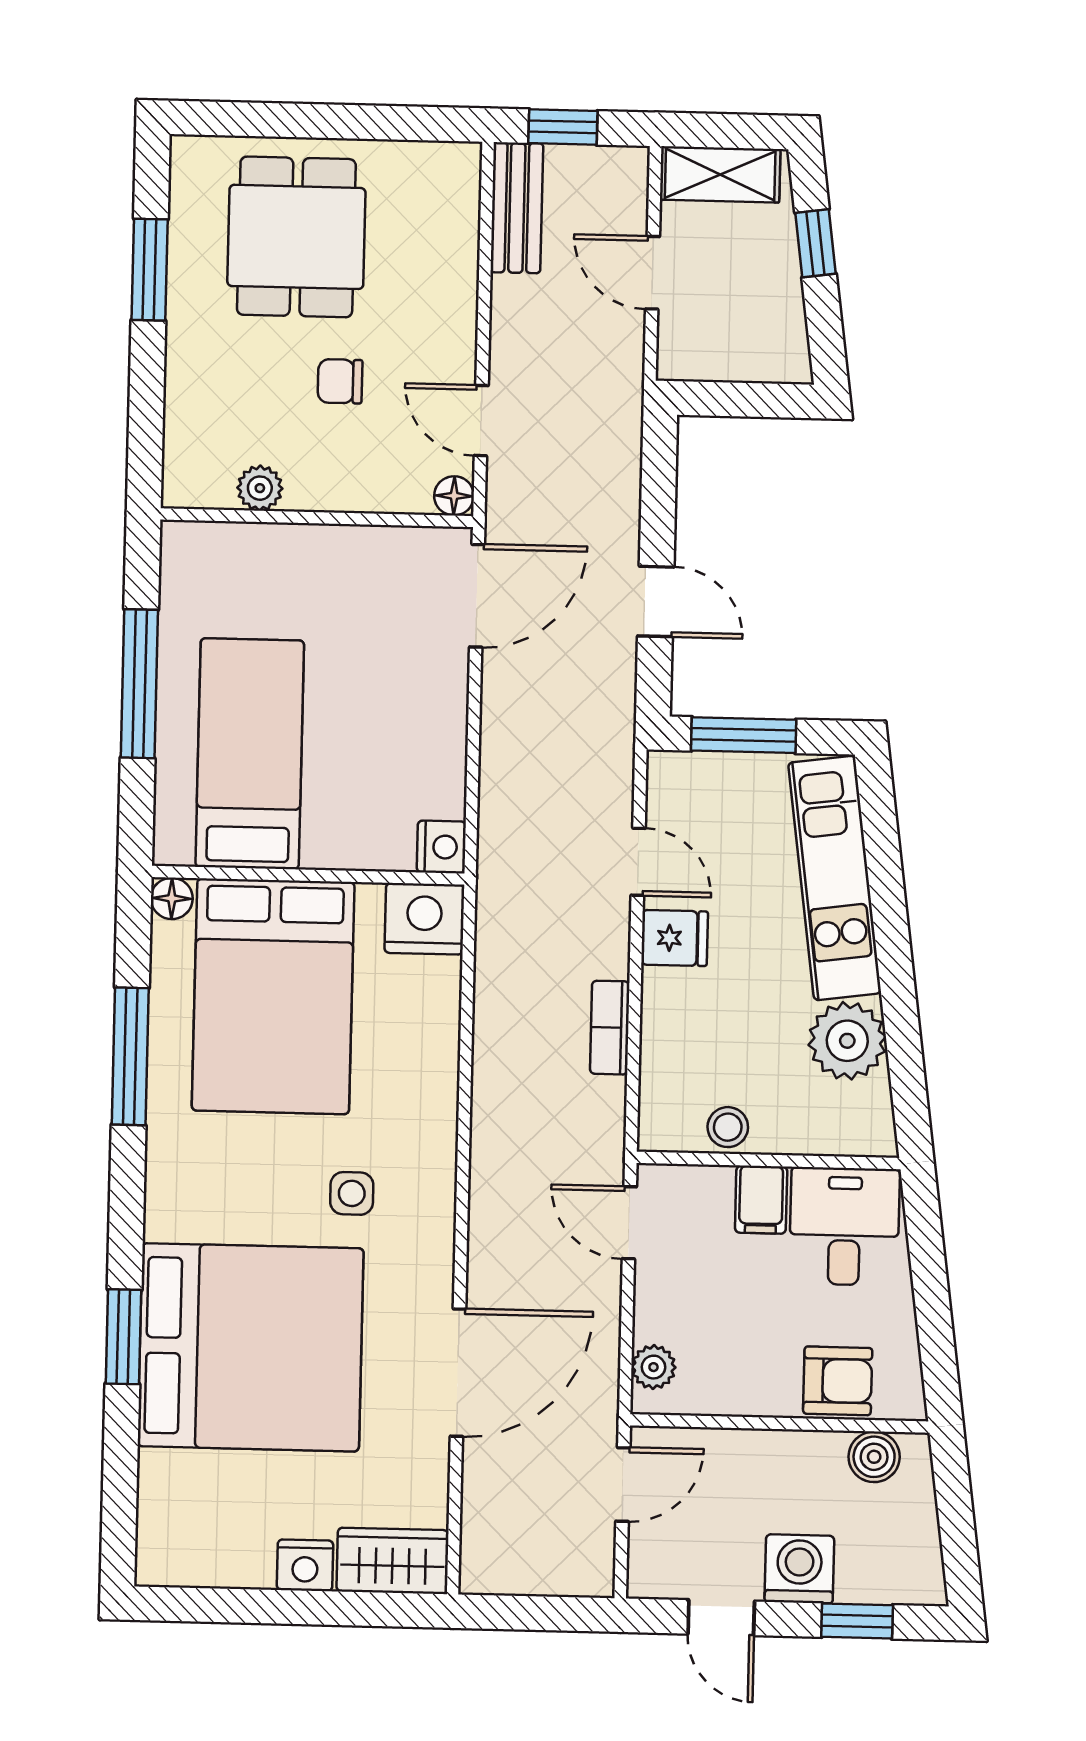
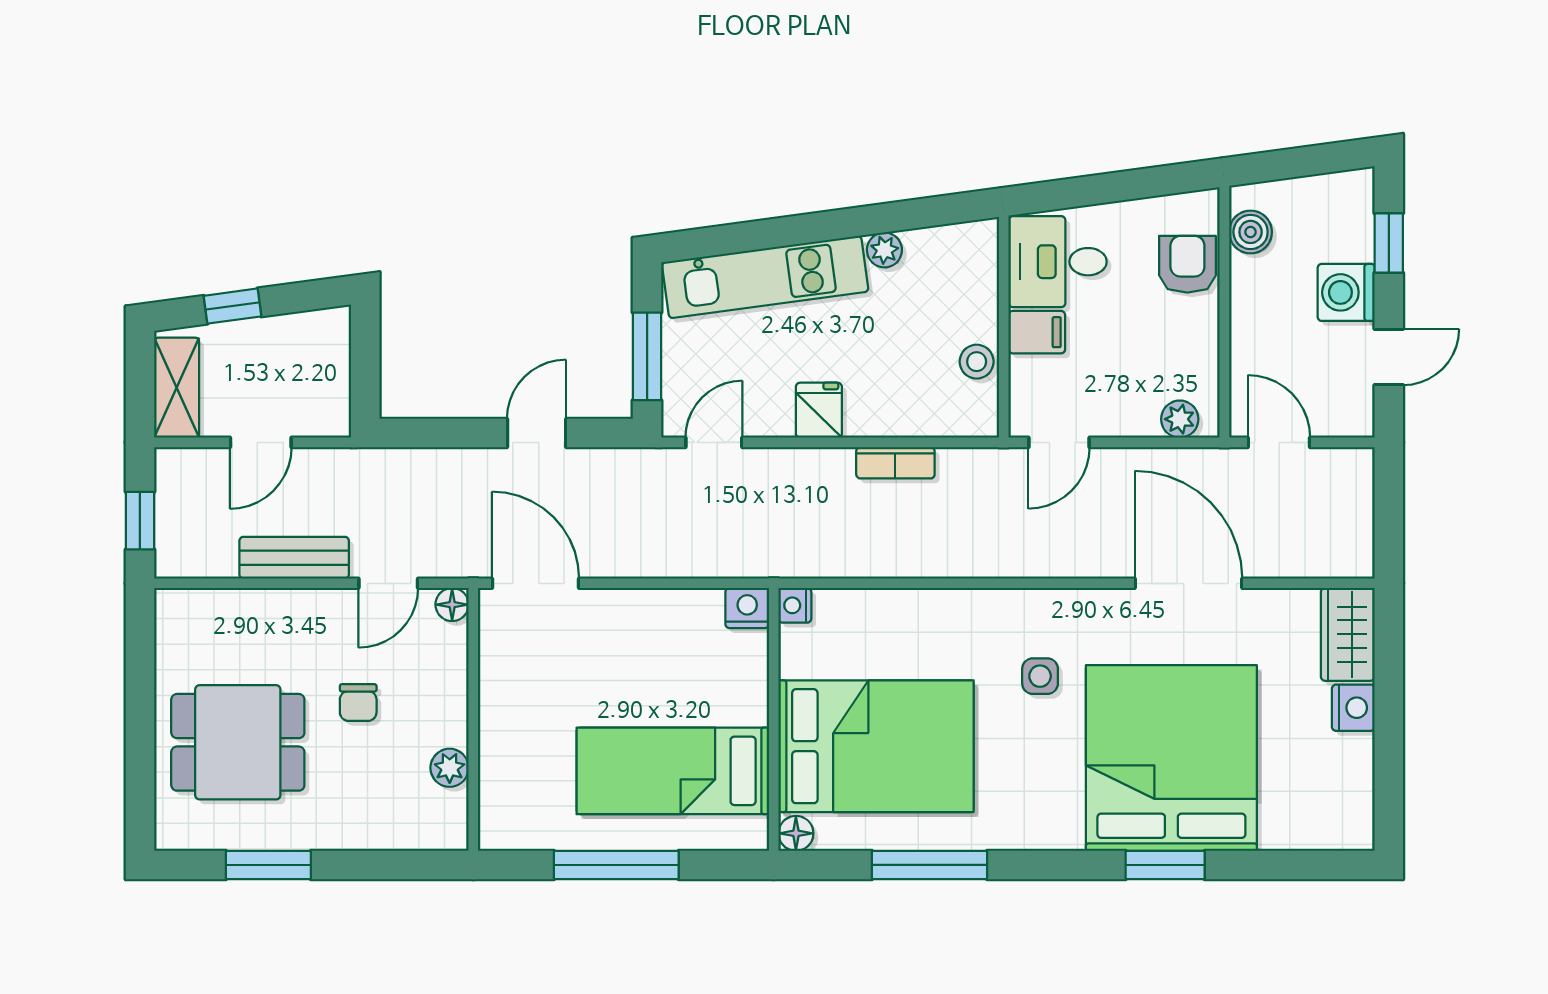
bench: (517, 208) -> (294, 558), moved
door: (638, 862) -> (714, 442), moved
nightstand: (424, 919) -> (795, 605), width x0.53, depth x0.56
plant: (847, 1041) -> (884, 250), width x0.53, depth x0.53

